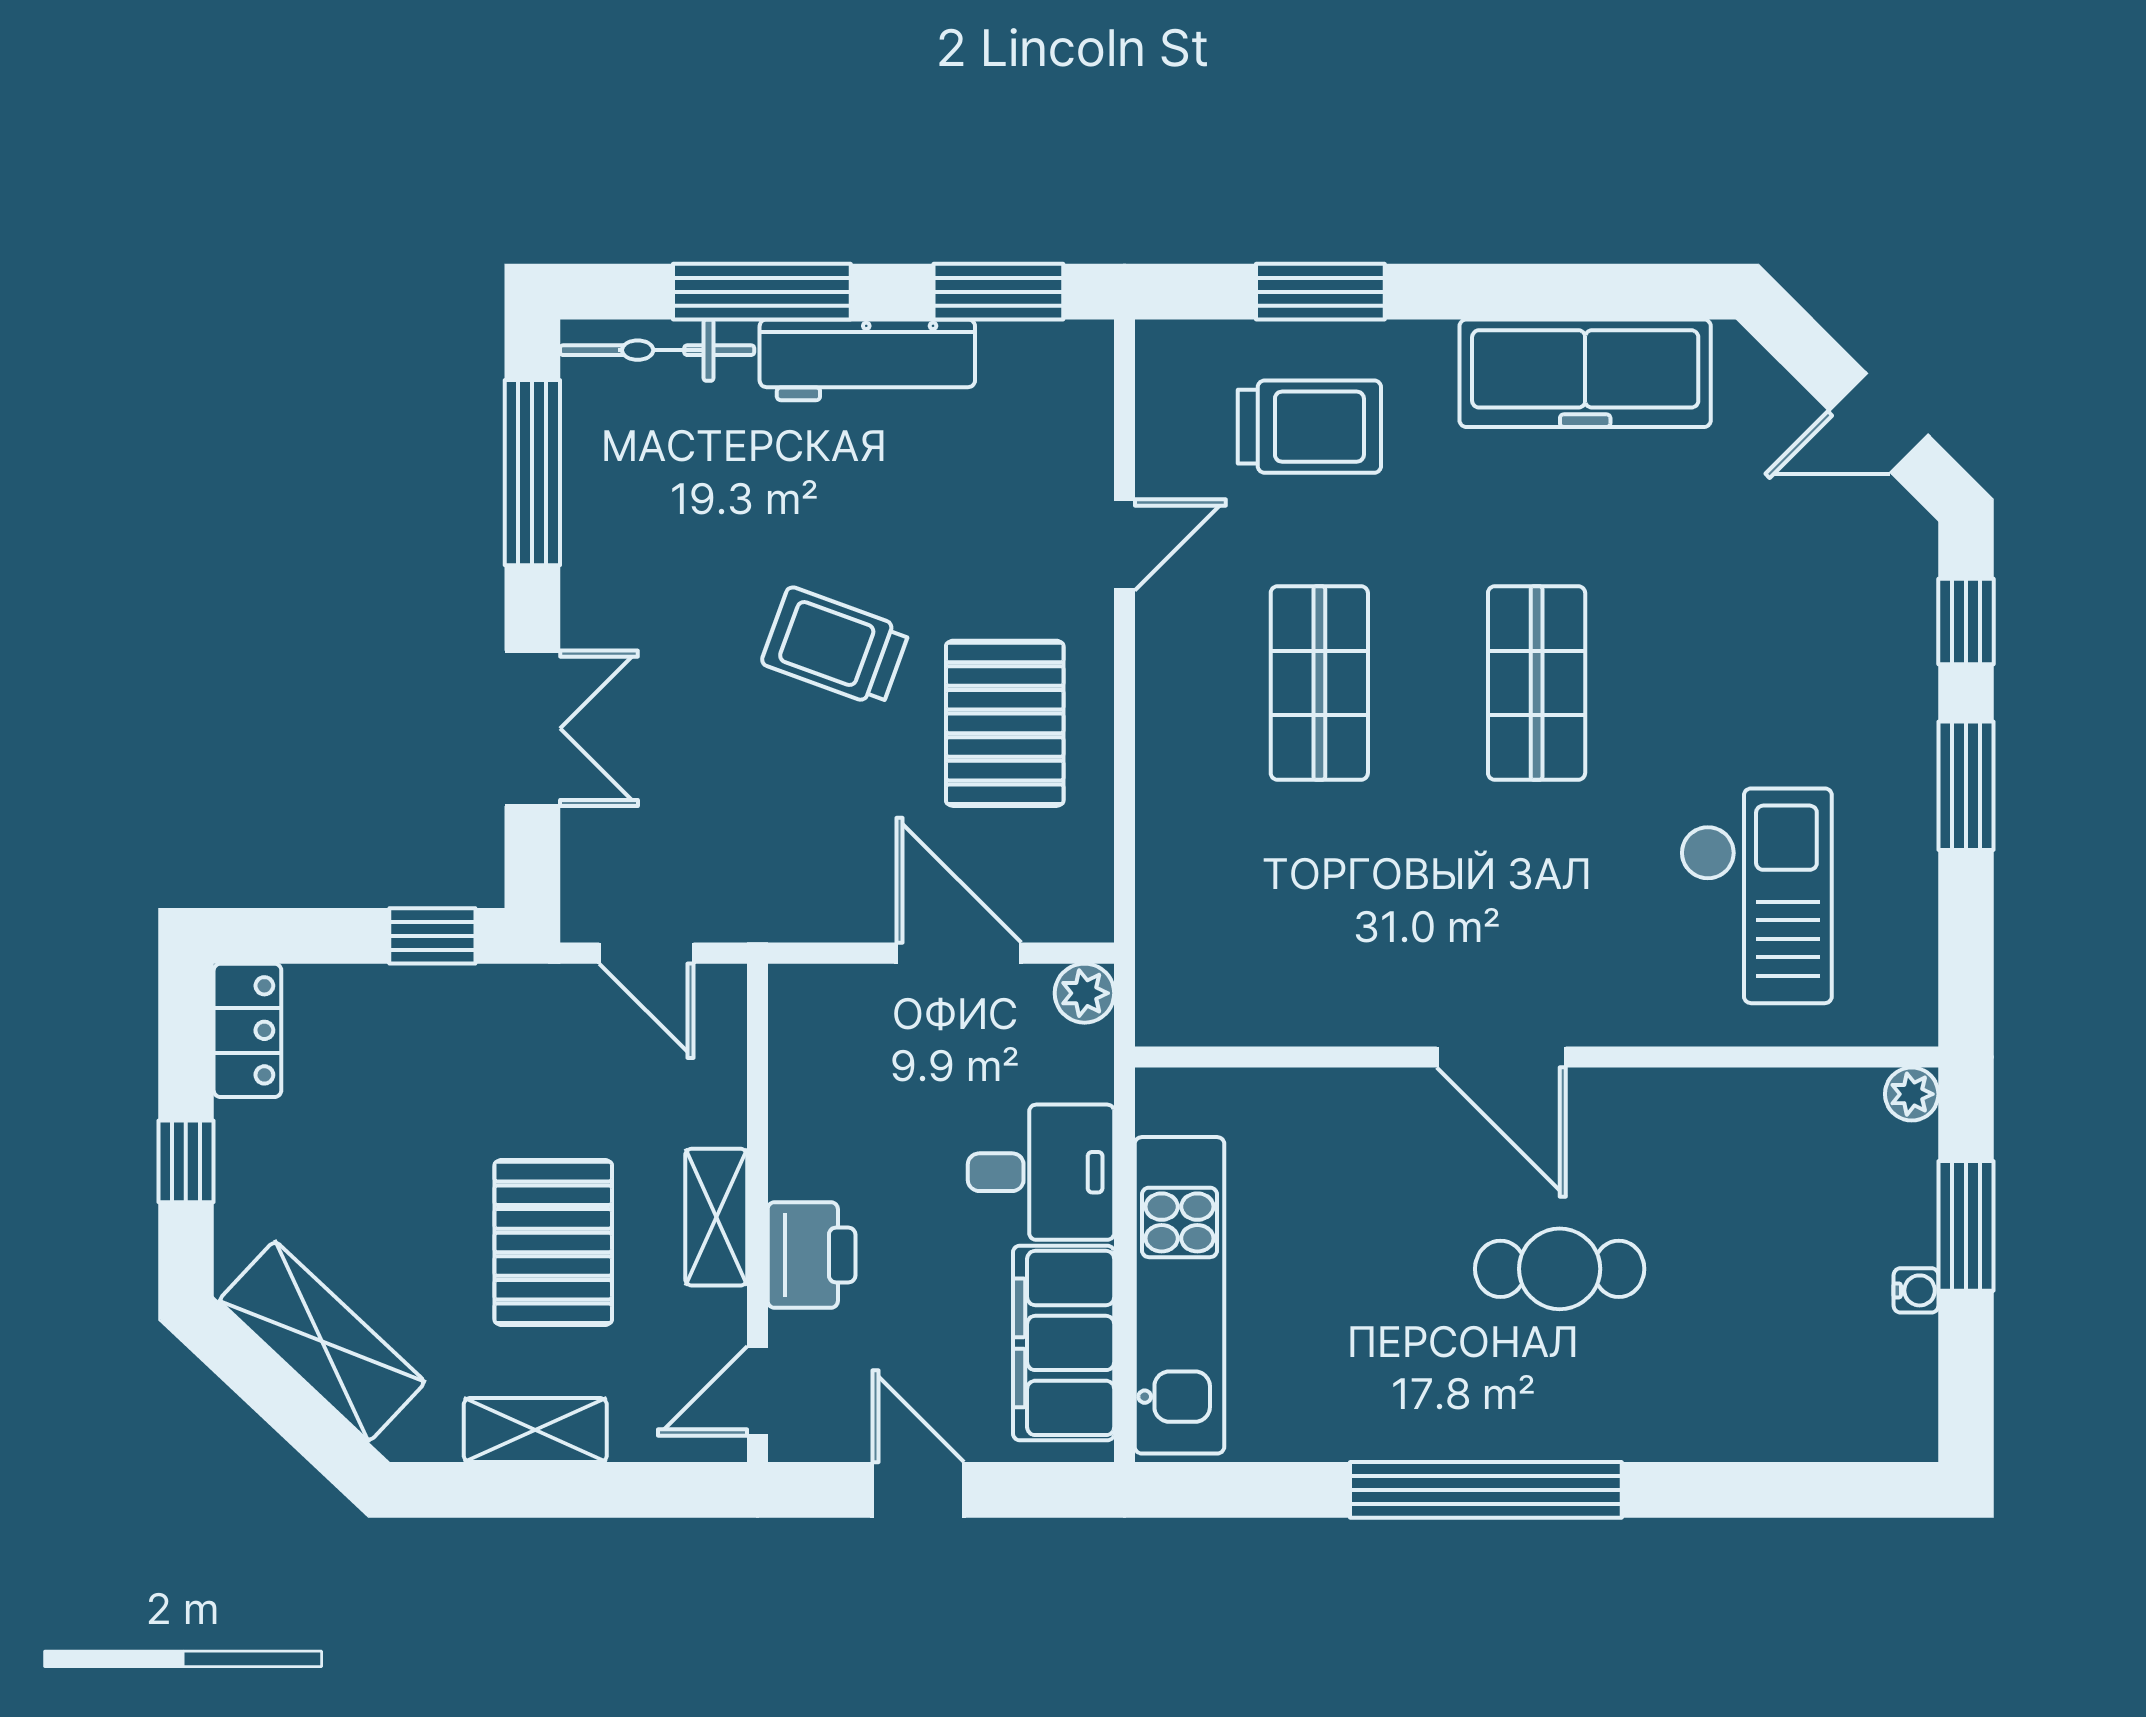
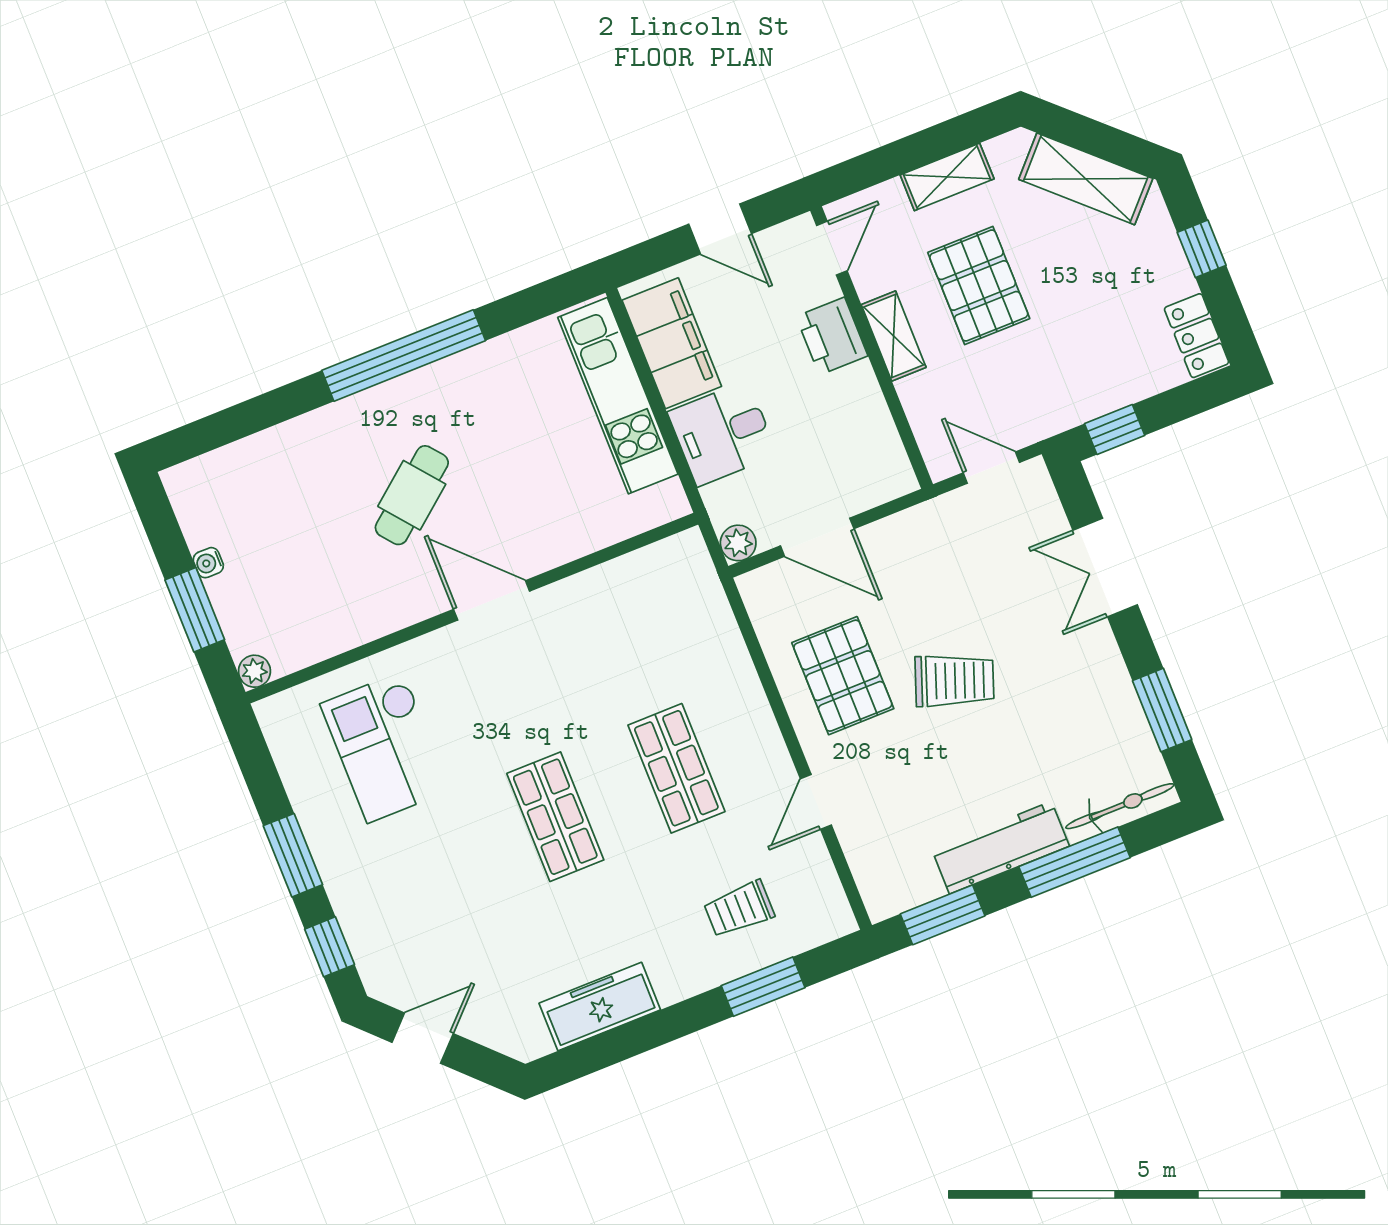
freezer: (1585, 373) -> (600, 1006), width x0.73, depth x0.79
trolley: (1309, 427) -> (739, 909), width x0.73, depth x0.72
window: (532, 473) -> (1162, 710), width x0.69
cafe table: (1560, 1269) -> (412, 495), turned -39

